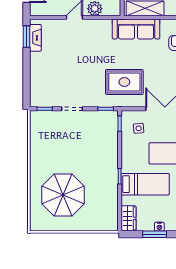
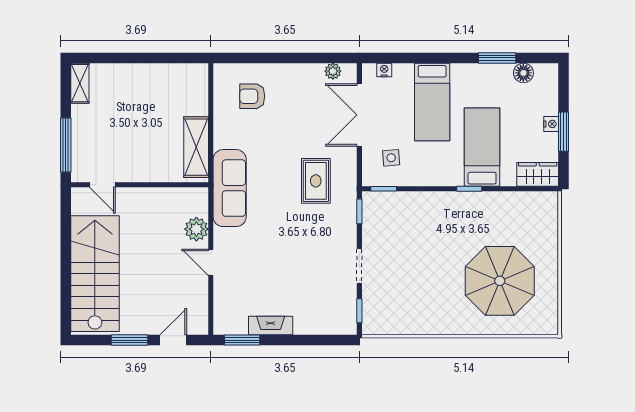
sofa: (136, 29) -> (230, 188), moved
fireplace: (35, 38) -> (271, 326), moved
rug: (124, 82) -> (316, 181), width x0.73, depth x0.70

